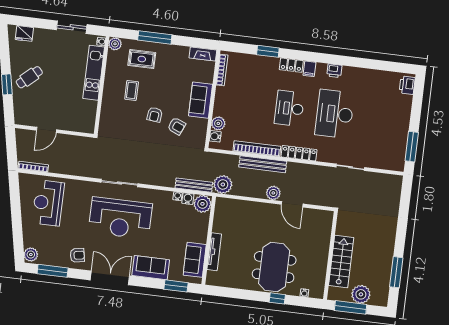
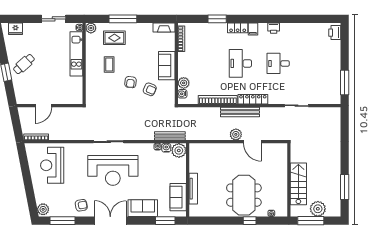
desk: (335, 114) -> (278, 63), width x0.53, depth x0.77
bench: (263, 164) -> (240, 112), moved
plant: (223, 184) -> (194, 133), removed

